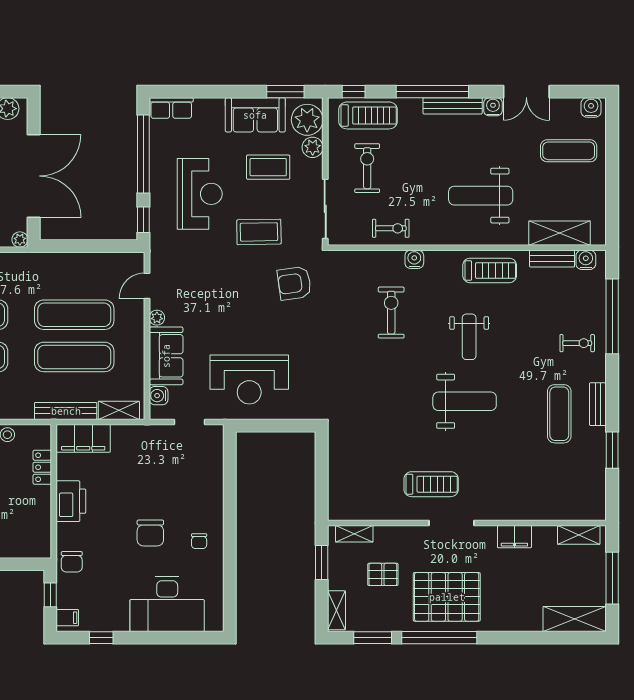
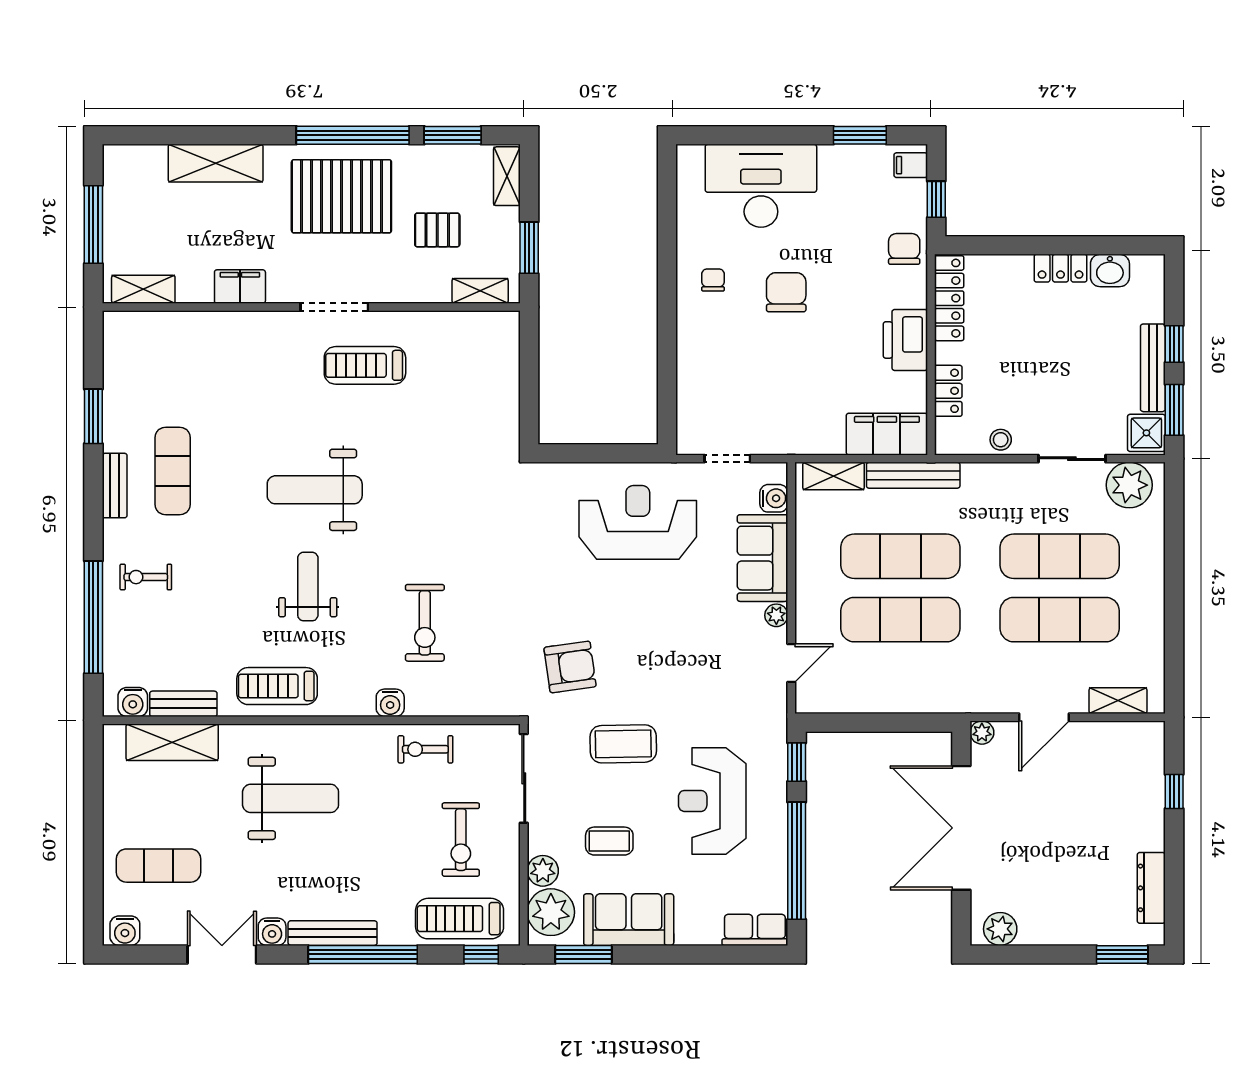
coffee table: (268, 167) -> (609, 841), width x0.73, depth x0.77
locker: (42, 529) -> (949, 298), added
shelving: (575, 619) -> (216, 163), moved
window: (101, 638) -> (860, 135), width x1.50

